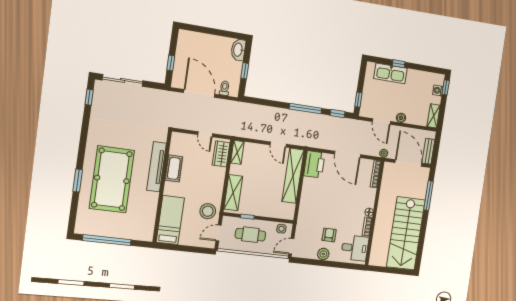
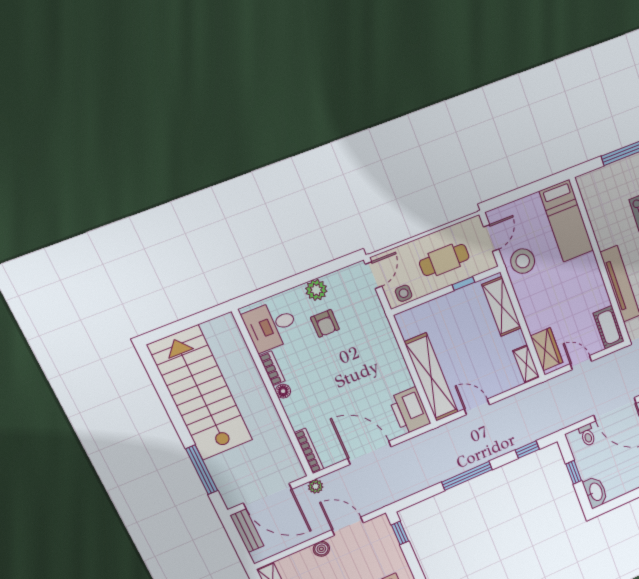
window: (338, 113) -> (527, 450), moved
cot: (174, 168) -> (609, 327), moved

